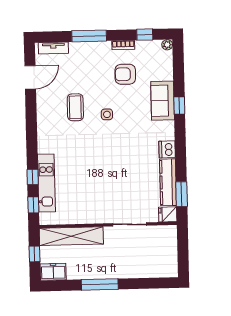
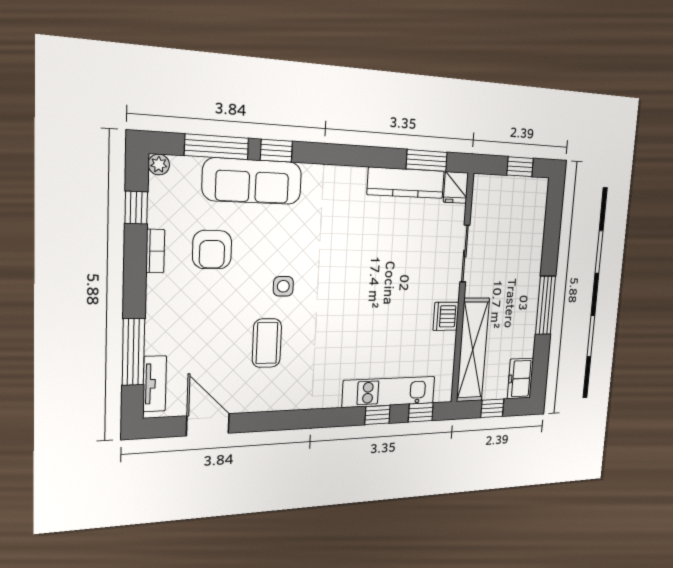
window: (89, 36) -> (133, 352), moved
window: (179, 74) -> (217, 147), added
sofa: (163, 101) -> (252, 181), width x1.36
coffee table: (75, 107) -> (267, 343), turned 90
dishwasher: (167, 149) -> (446, 316), moved, turned 90
window: (183, 256) -> (520, 167), added

